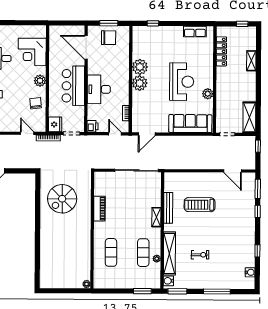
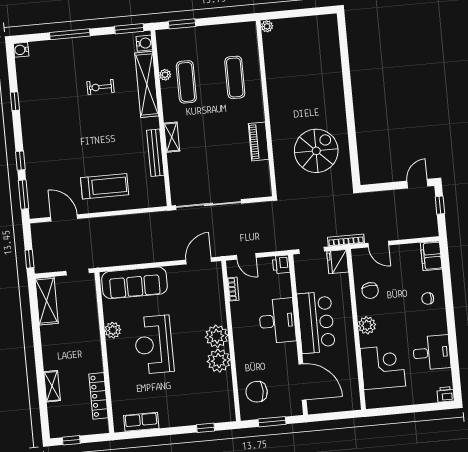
chair: (109, 38) -> (257, 392), moved
treadmill: (200, 205) -> (105, 186), moved
water cooler: (250, 272) -> (21, 50), moved

